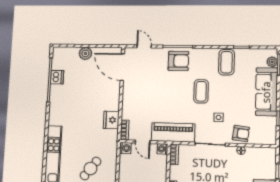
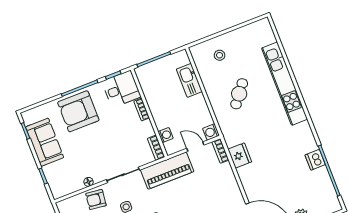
dishwasher: (57, 77) -> (315, 160), moved
washing machine: (163, 149) -> (166, 135), moved

